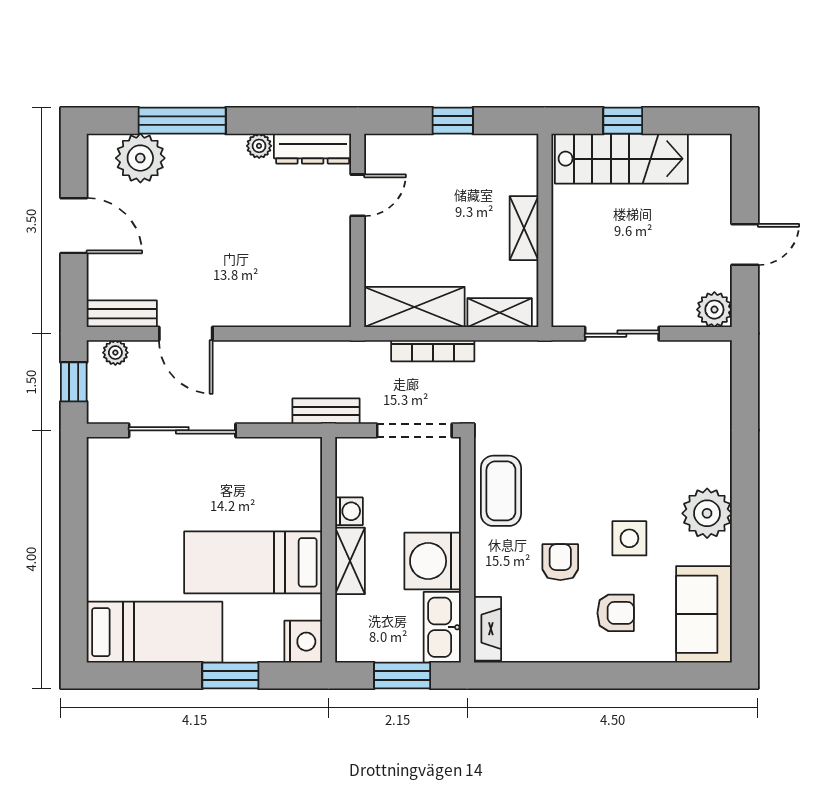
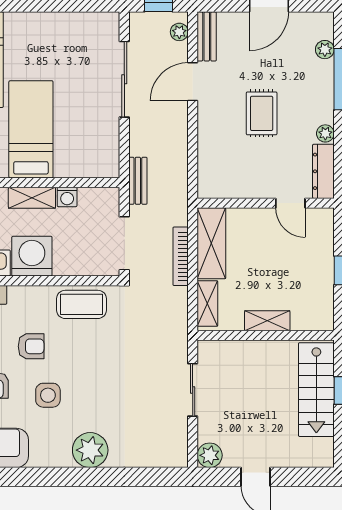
plant: (140, 158) -> (325, 50), width x0.53, depth x0.53
rug: (231, 236) -> (262, 113), added
plant: (707, 513) -> (90, 450), moved

